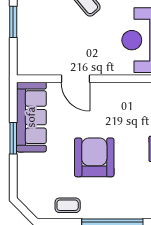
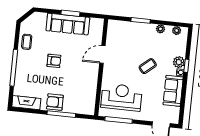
sofa: (31, 117) -> (68, 24), moved
armchair: (94, 157) -> (54, 61), width x0.53, depth x0.53

